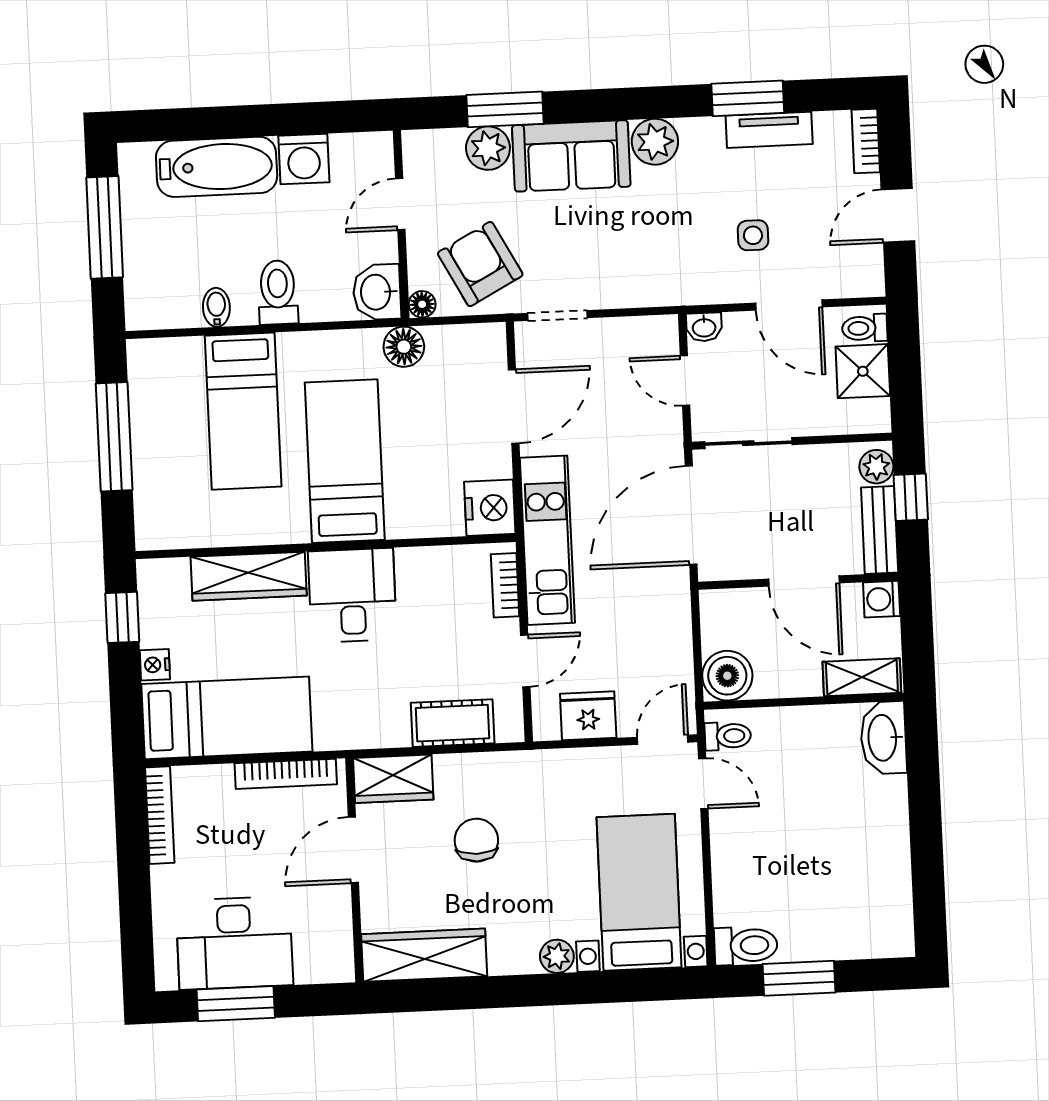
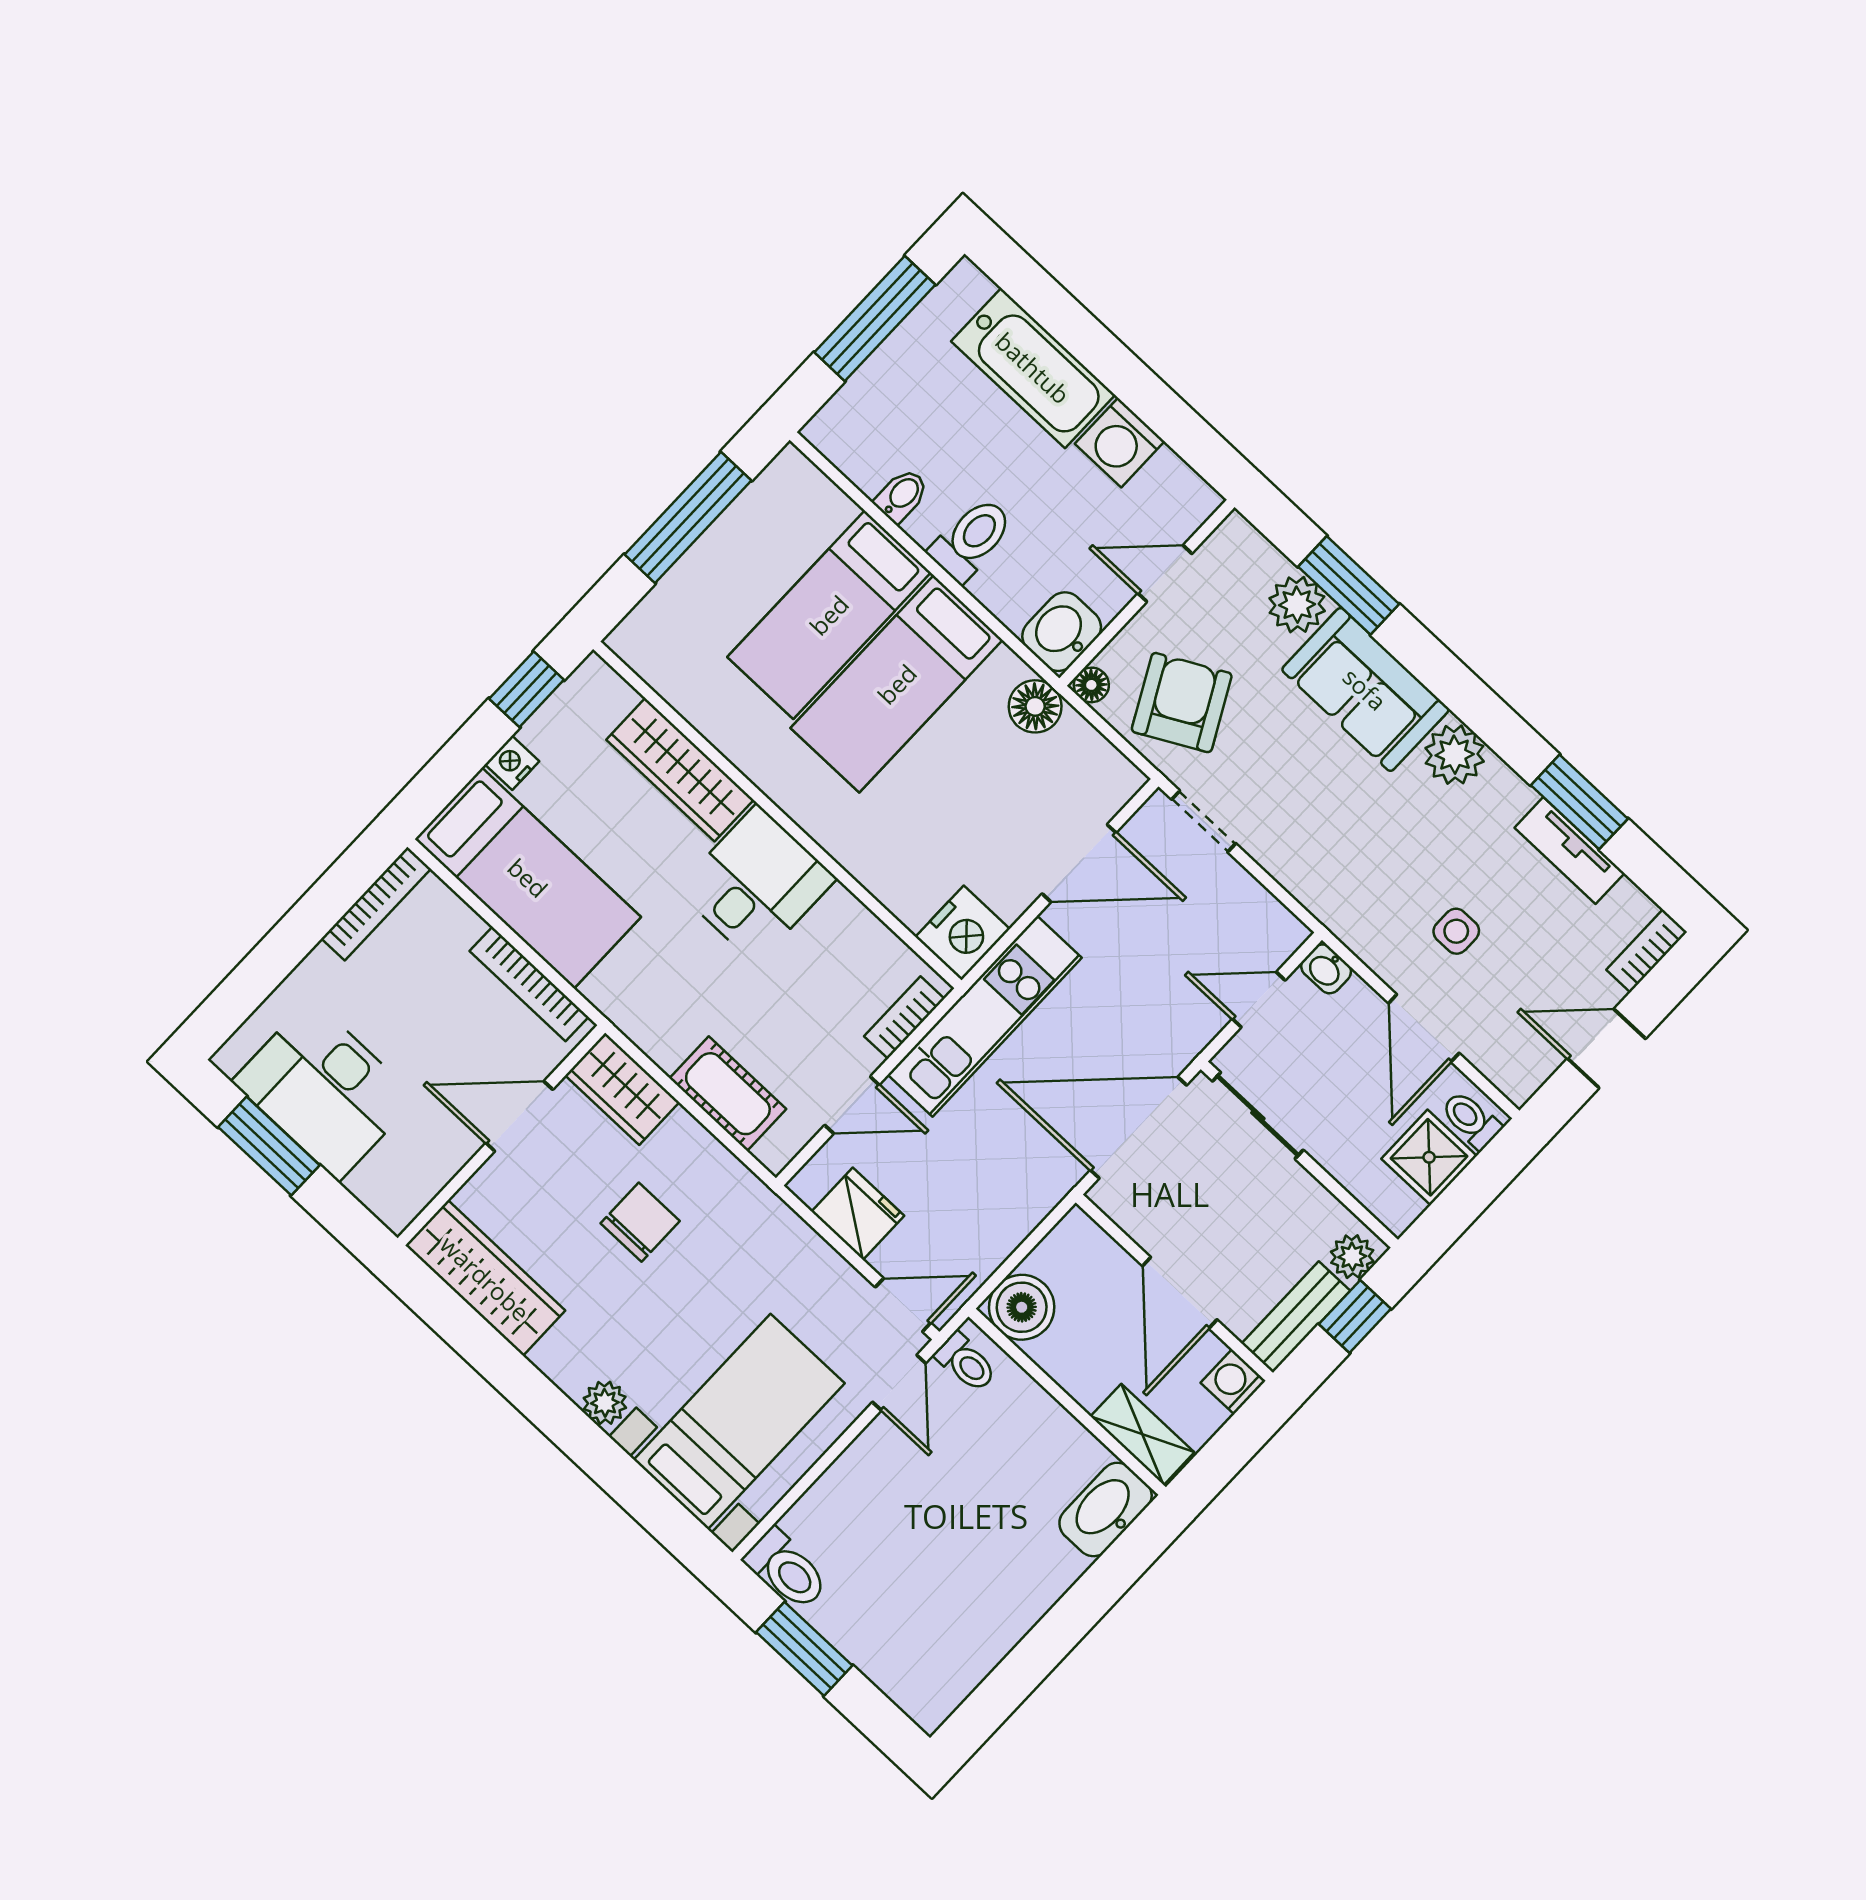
door: (685, 381) -> (1259, 1000), hinge flipped
bed: (345, 461) -> (897, 684), moved, turned 180

